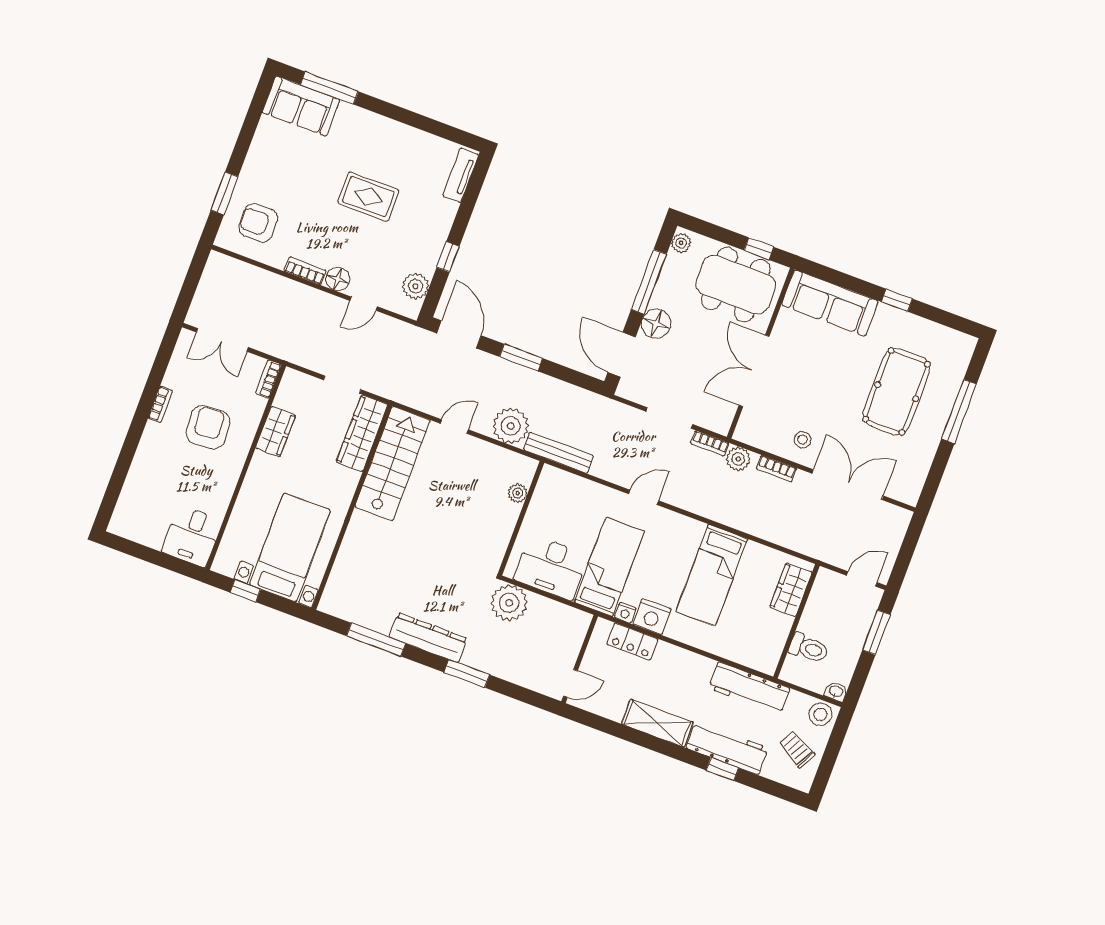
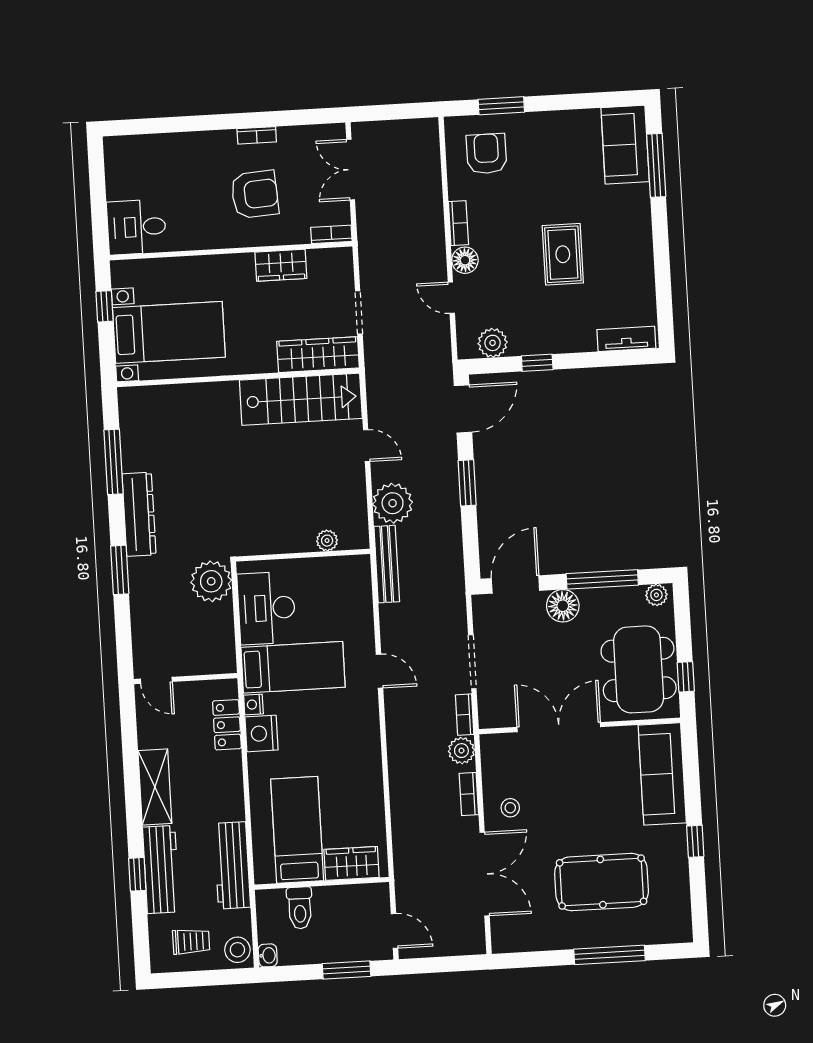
bed: (712, 575) -> (297, 830), moved, turned 90
trolley: (797, 749) -> (191, 942), turned 61

